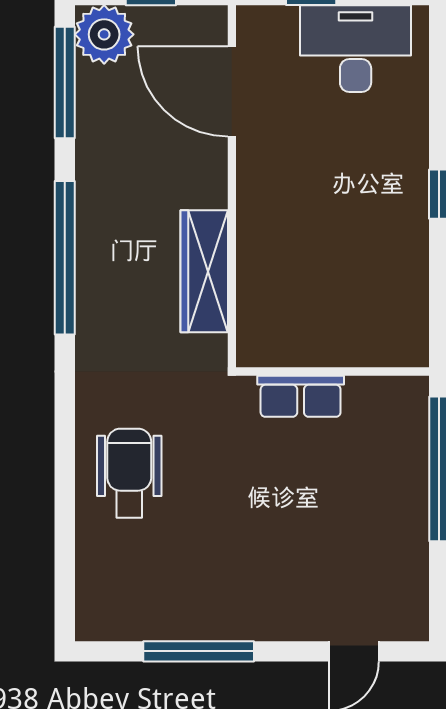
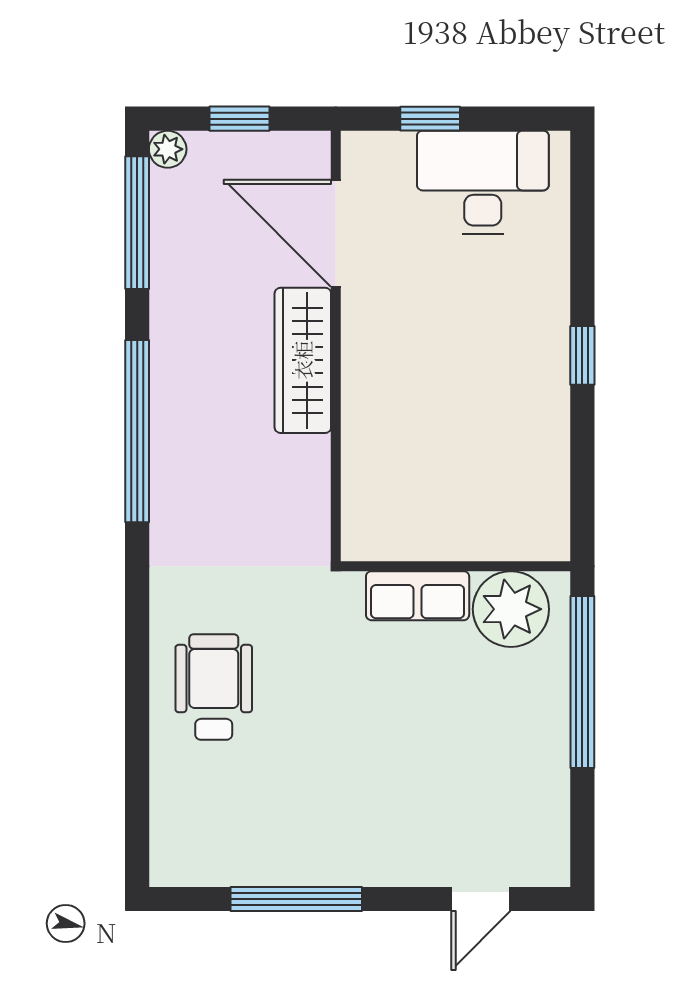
plant: (104, 34) -> (168, 149), width x0.53, depth x0.53
wardrobe: (204, 271) -> (303, 360), moved
plant: (379, 408) -> (511, 609), added

